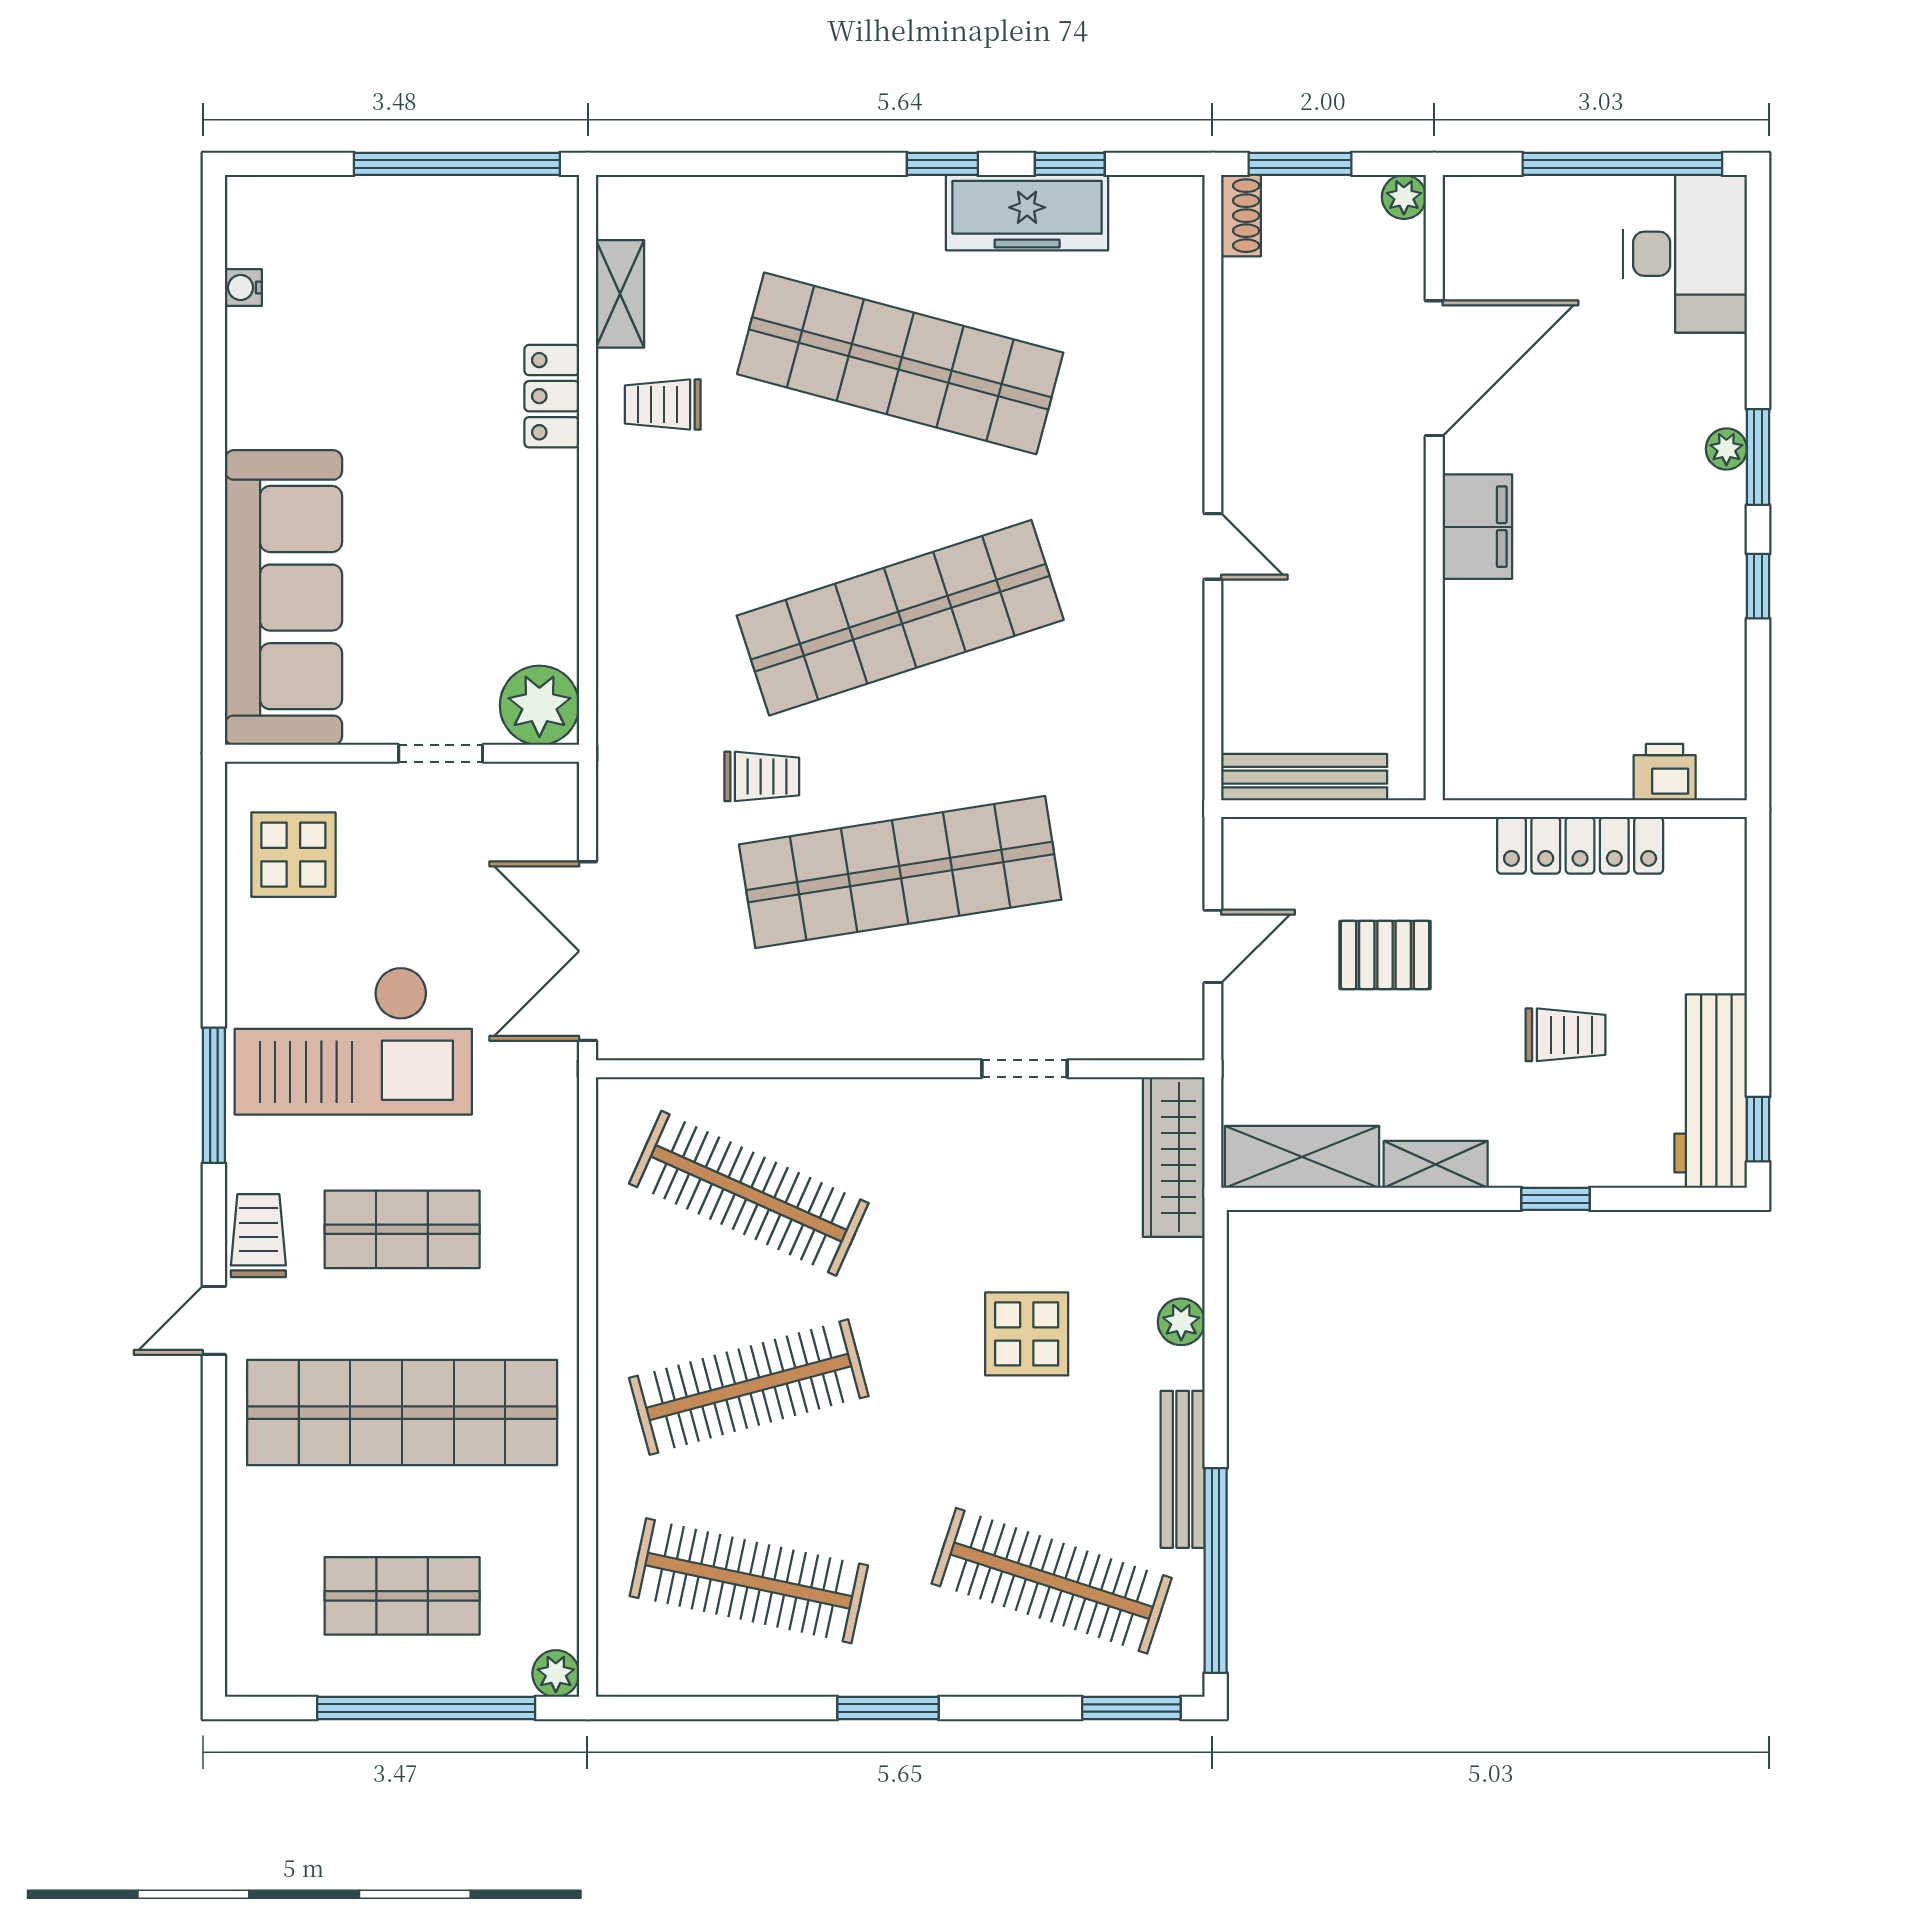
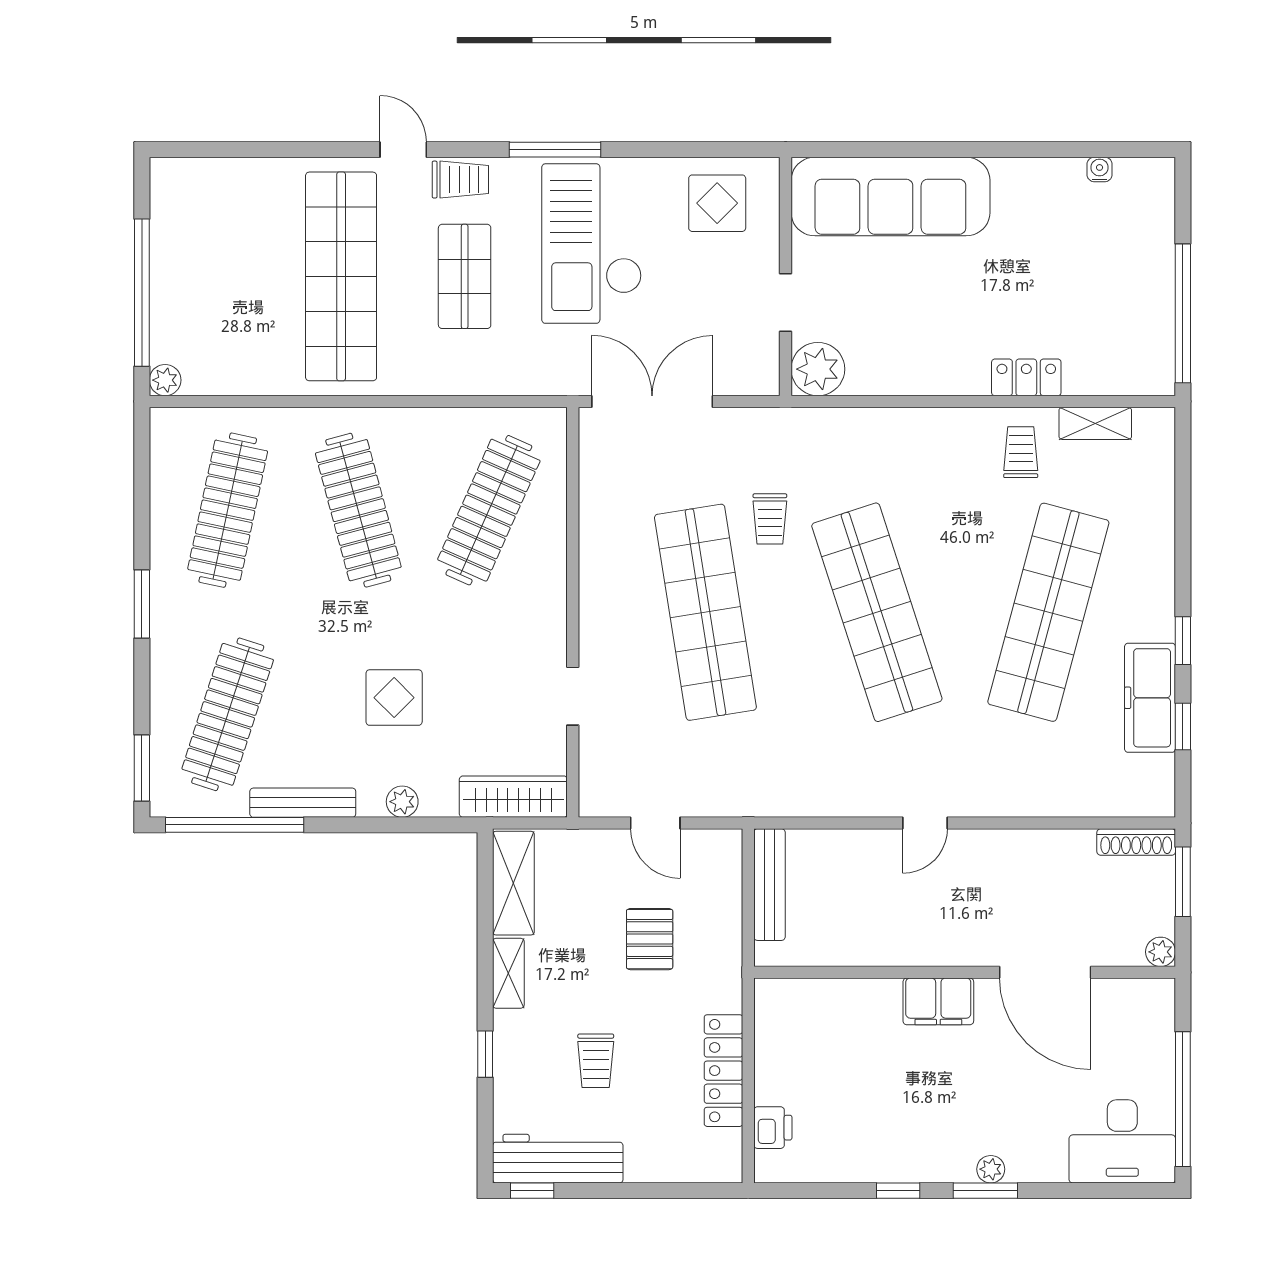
shoe rack: (1241, 216) -> (1136, 842), width x1.43
shop shelf: (402, 1596) -> (217, 276), removed

